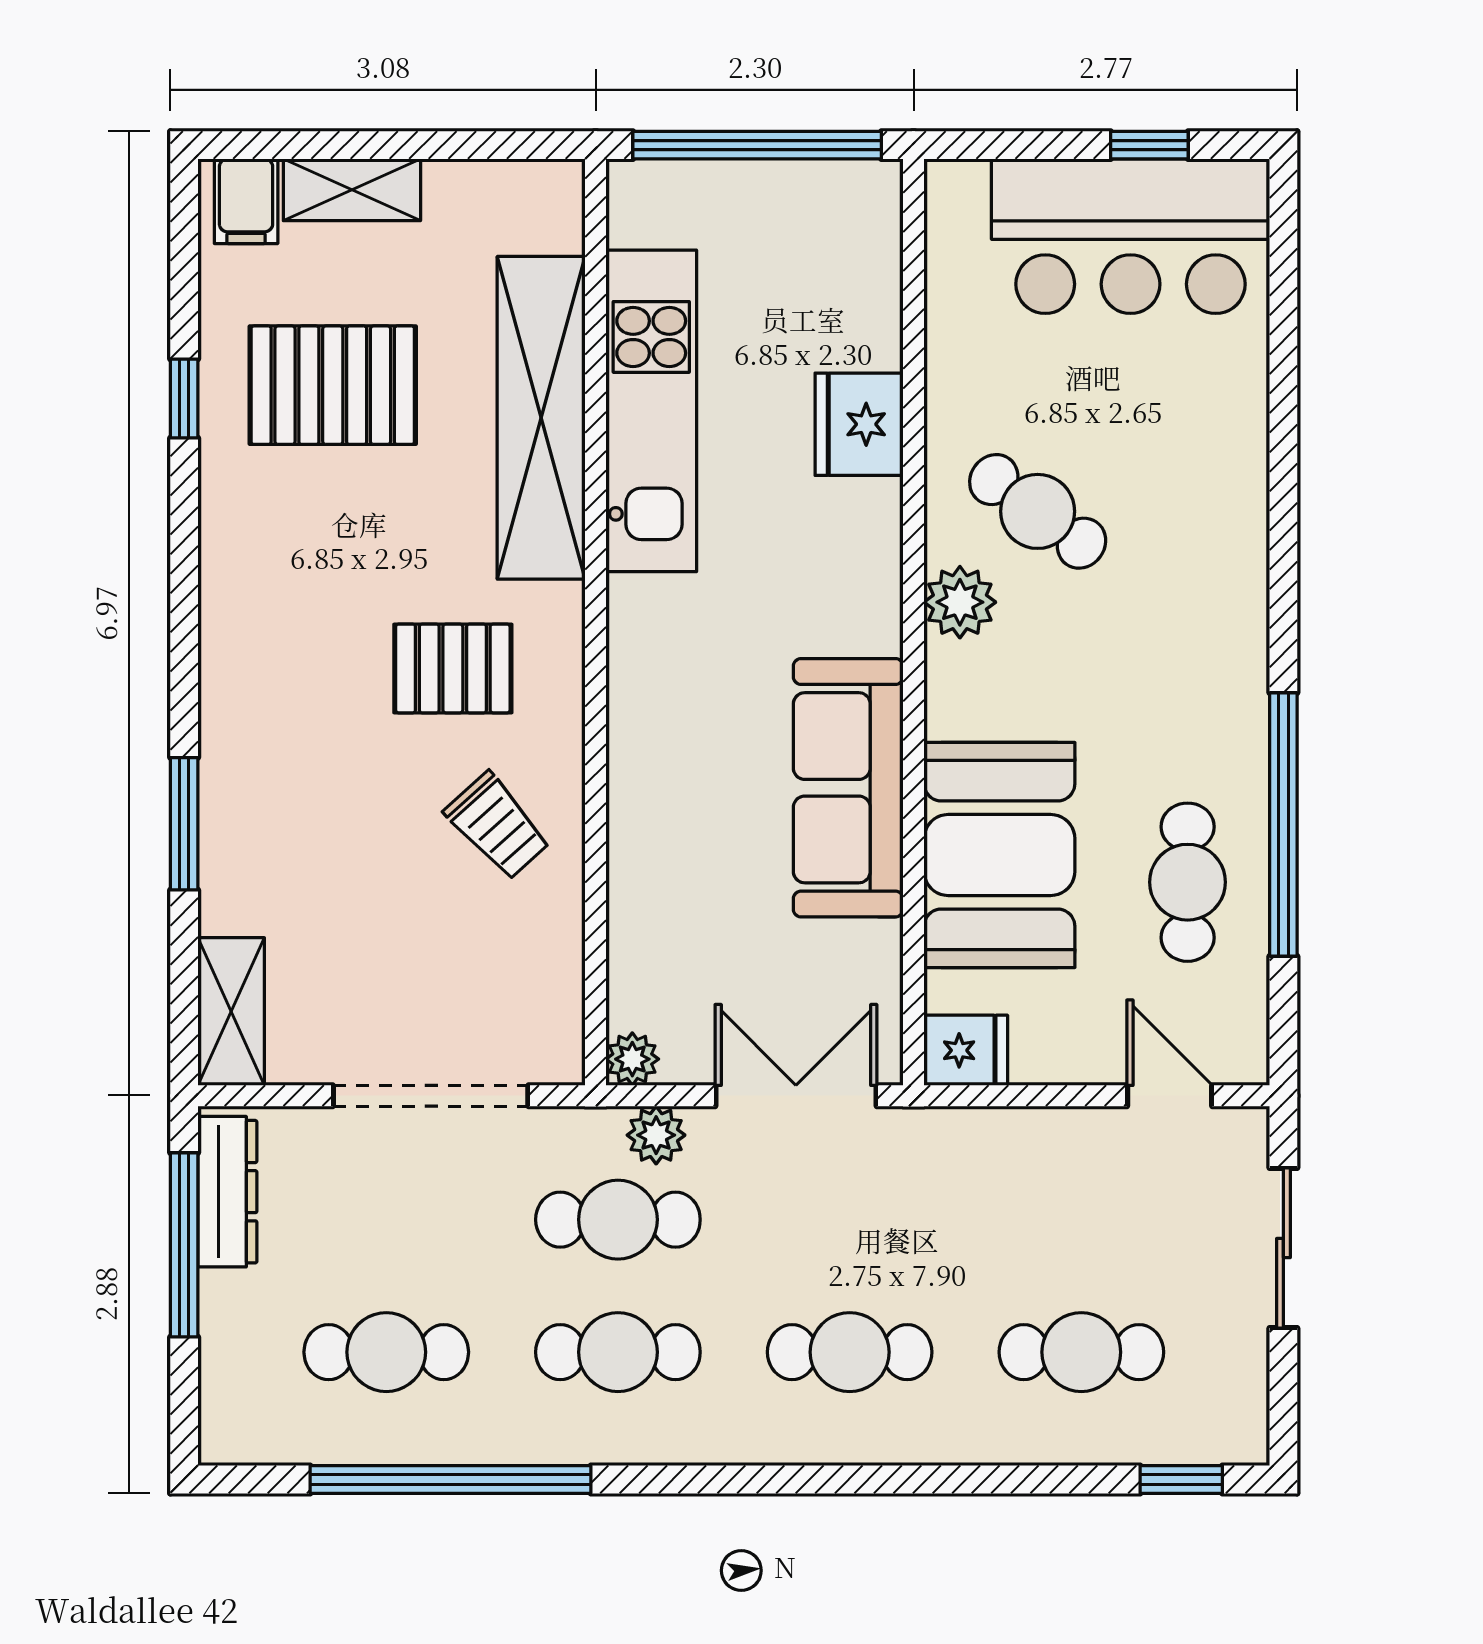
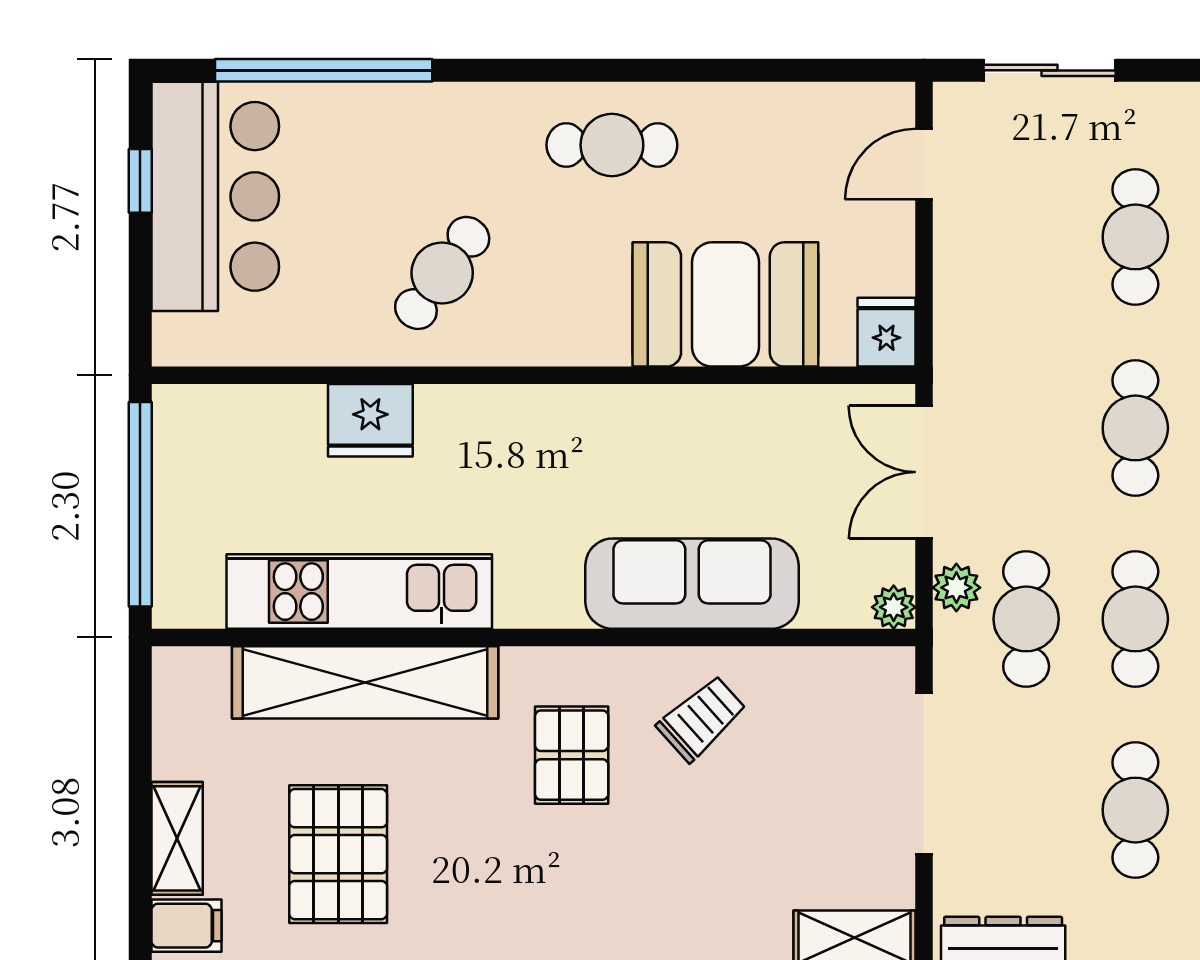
plant: (960, 602) -> (517, 337), removed
sofa: (848, 788) -> (692, 584), moved, turned 180
window: (1283, 825) -> (324, 70), moved
cafe table: (1188, 882) -> (612, 145), moved

